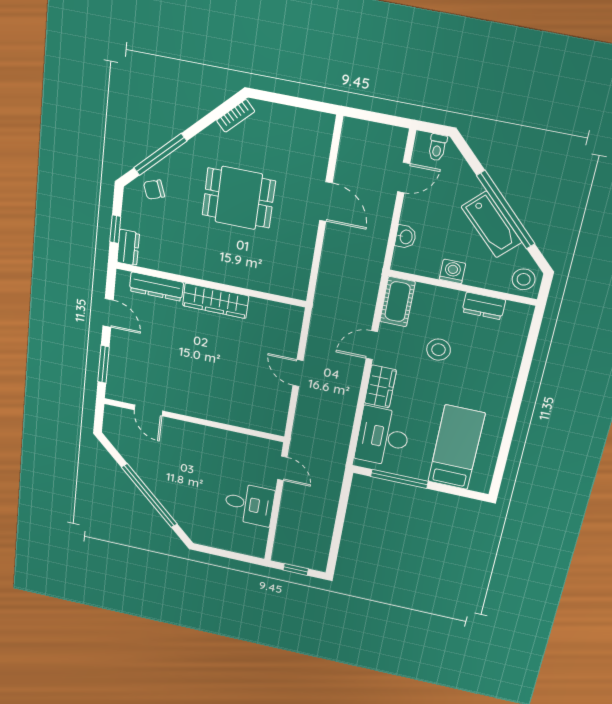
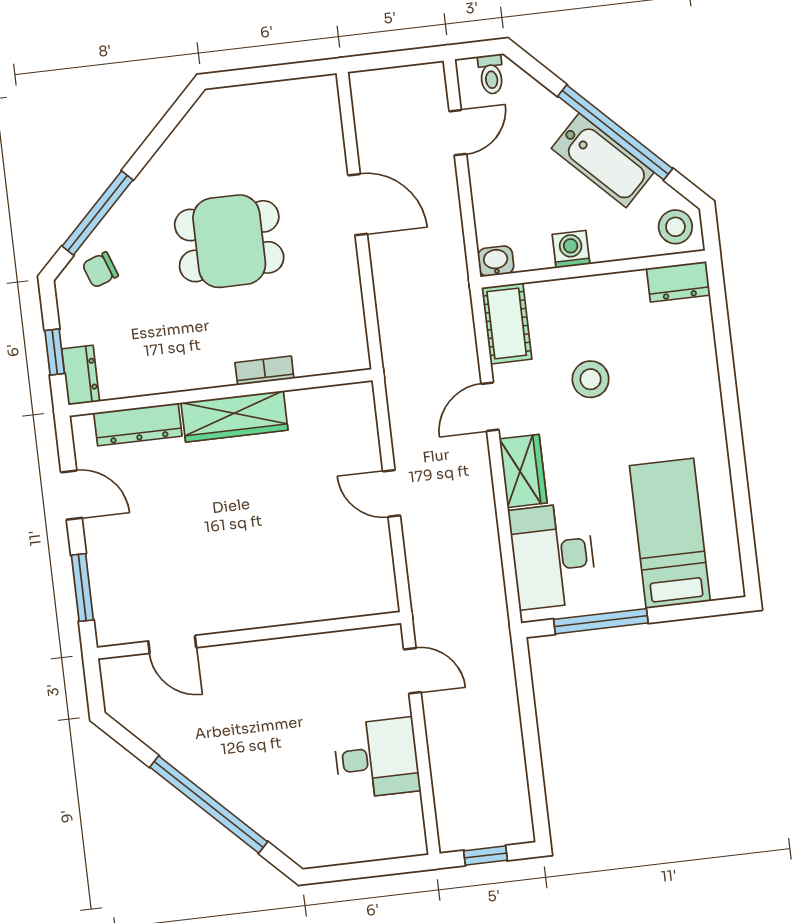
bookcase: (236, 116) -> (264, 371), moved, turned -135
washbasin: (406, 237) -> (496, 261), moved, turned -90
dresser: (484, 306) -> (678, 282), moved

